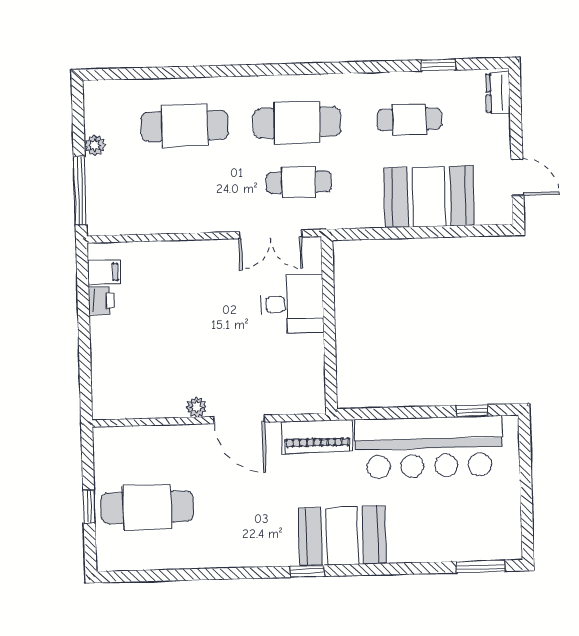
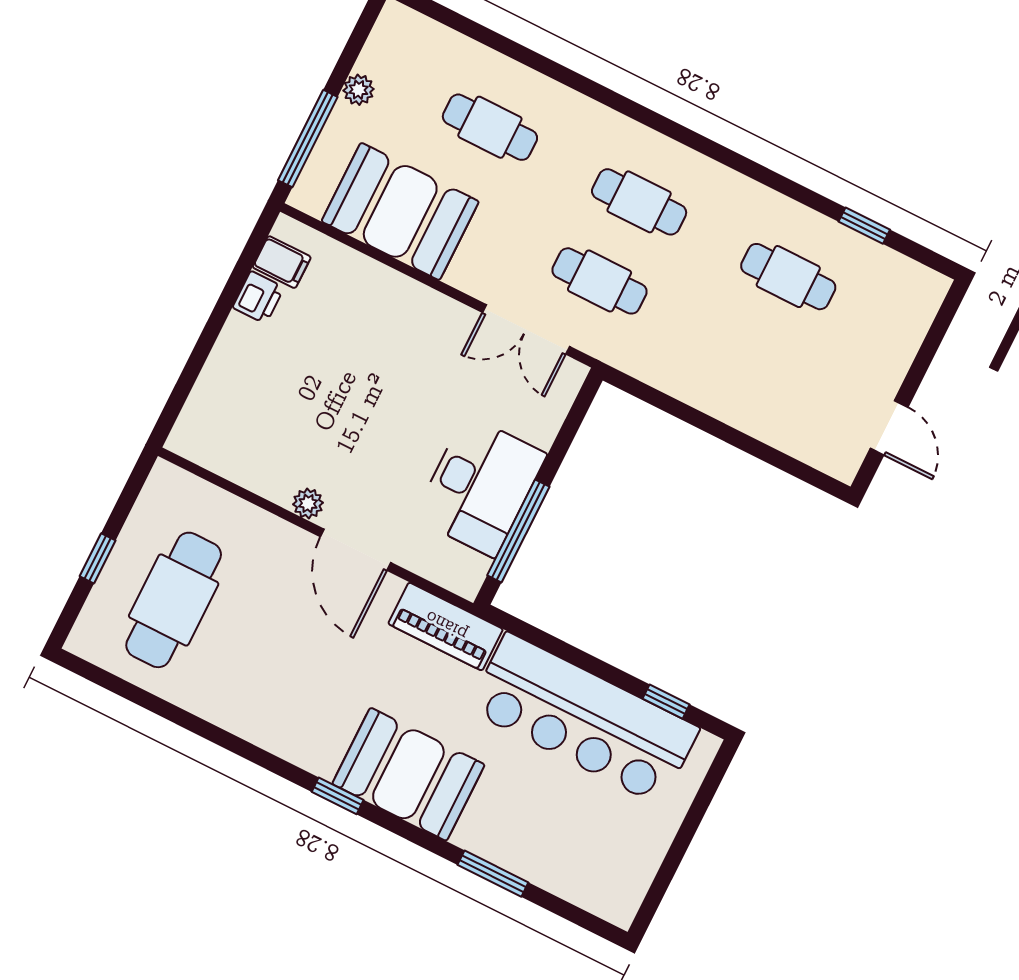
dresser: (498, 93) -> (923, 304), removed
cafe table: (297, 123) -> (639, 202), width x0.73, depth x0.74
cafe table: (185, 126) -> (490, 127), width x0.73, depth x0.74
booth: (429, 197) -> (400, 211), moved
desk: (292, 304) -> (480, 486), moved, width x1.37
window: (330, 356) -> (518, 531), added
cafe table: (147, 507) -> (174, 600), turned 90
window: (481, 566) -> (493, 874), moved

